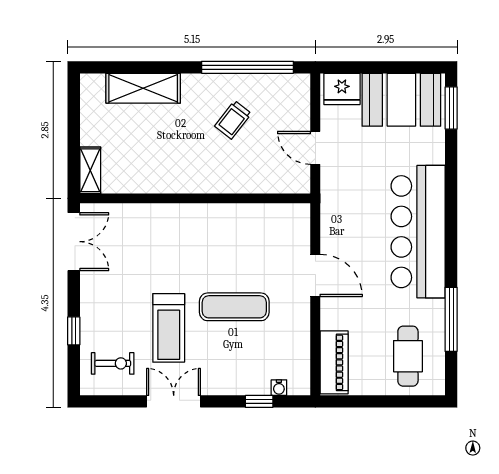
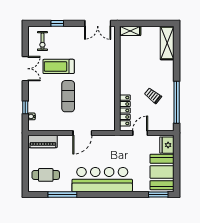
shelving: (143, 88) -> (167, 43), moved
locker: (266, 182) -> (125, 110), added

